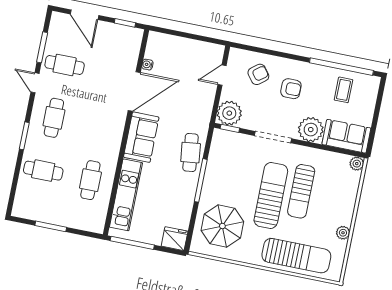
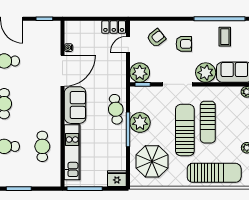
locker: (208, 50) -> (114, 27), added
plant: (217, 175) -> (140, 122), added

